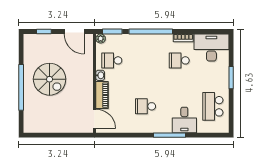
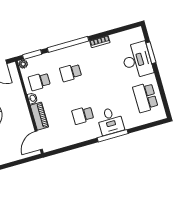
desk: (211, 48) -> (137, 60), moved, turned 90
school desk: (179, 60) -> (71, 73), moved
window: (231, 78) -> (151, 53), moved
door: (95, 119) -> (39, 140), swing flipped
desk: (184, 120) -> (110, 121), moved

